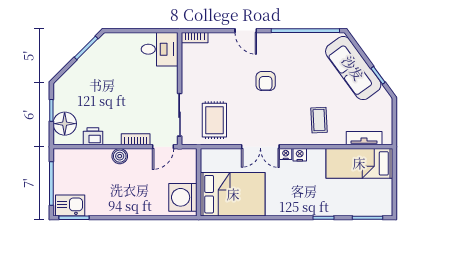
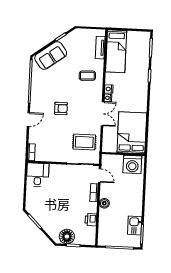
sofa: (353, 68) -> (51, 56), width x0.73
floor lamp: (65, 124) -> (67, 237), moved
kitchen sink: (70, 205) -> (135, 226), moved

